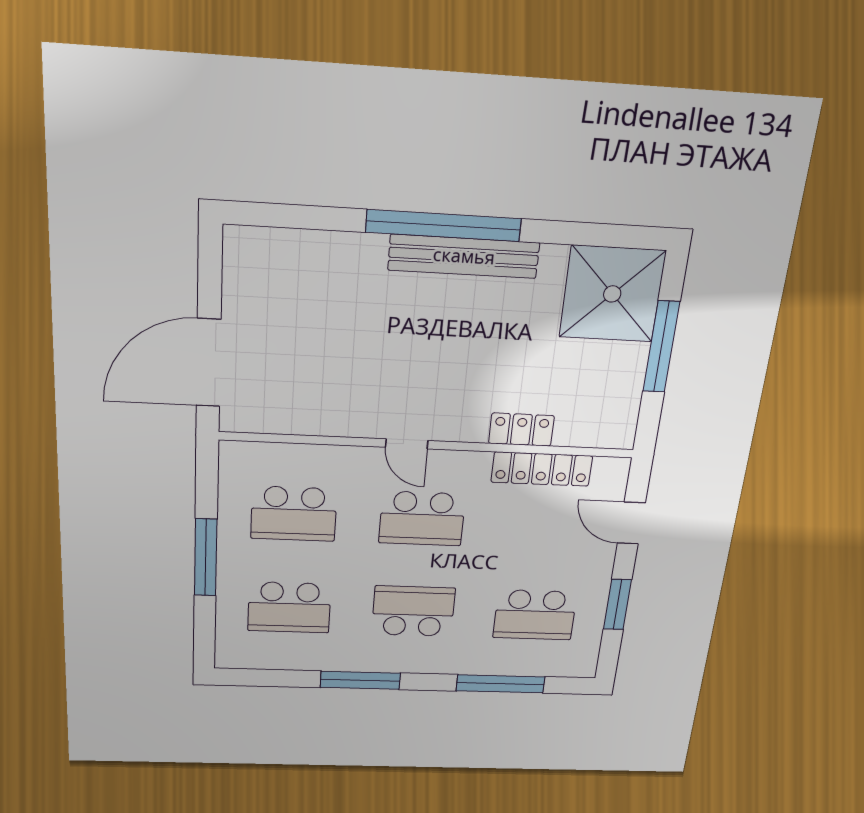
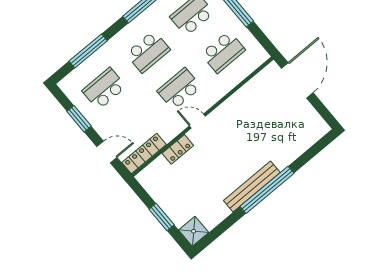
shower: (612, 294) -> (194, 231), width x0.54, depth x0.54
window: (661, 347) -> (162, 217), width x0.69
door: (407, 444) -> (197, 121), moved
locker: (542, 469) -> (144, 154), moved
school desk: (294, 514) -> (223, 52), turned 180

